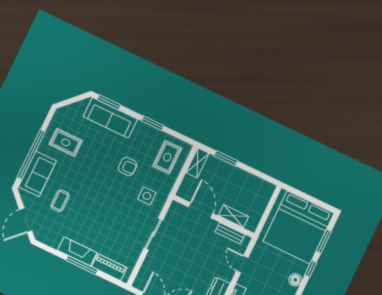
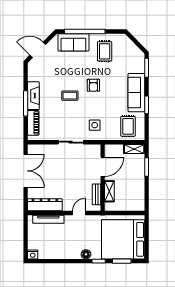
sofa: (110, 118) -> (136, 93), moved
rug: (167, 157) -> (128, 126), turned 90
armchair: (128, 166) -> (93, 85), moved
coffee table: (60, 201) -> (70, 96), moved

